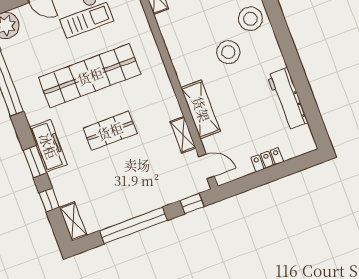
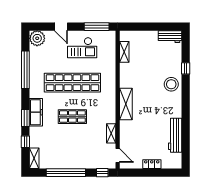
stool: (228, 52) -> (153, 98), removed
shelving: (201, 109) -> (126, 104), moved

